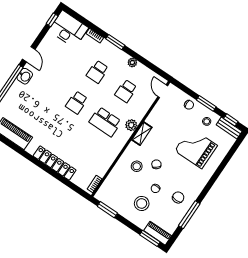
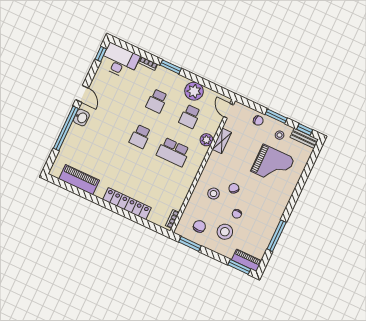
plant: (132, 62) -> (194, 91), width x1.88, depth x1.88
plant: (131, 125) -> (206, 140), moved
shelving: (142, 134) -> (222, 141), moved
grand piano: (196, 148) -> (273, 165), turned 180
chair: (178, 197) -> (199, 226), moved

